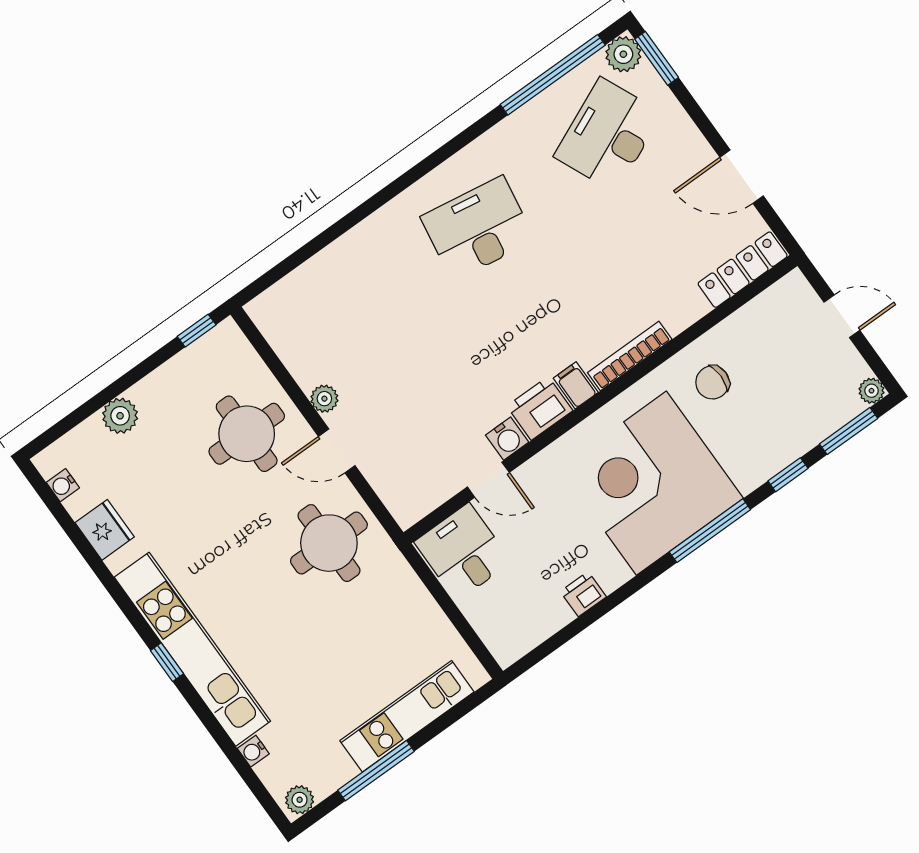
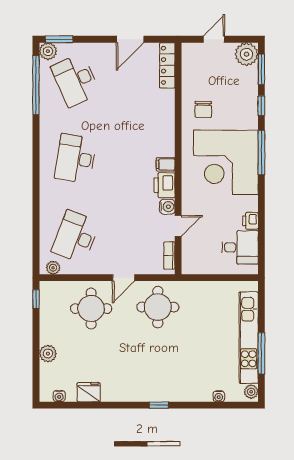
desk: (348, 322) -> (76, 237), added
bookcase: (630, 356) -> (169, 256), moved, width x0.64
plant: (871, 391) -> (246, 54), width x1.88, depth x1.88
plant: (324, 399) -> (53, 268), moved
desk: (463, 552) -> (240, 247), moved, turned 180
kitchen unit: (192, 649) -> (161, 391), removed
kitchen unit: (407, 716) -> (249, 338), width x1.36

